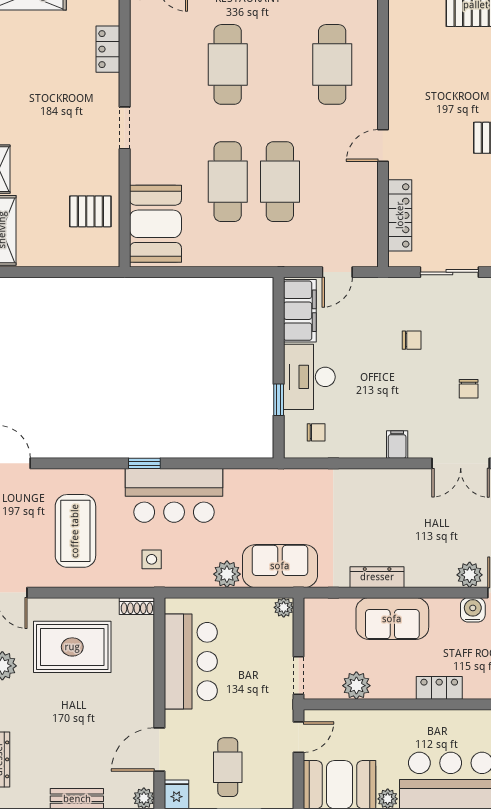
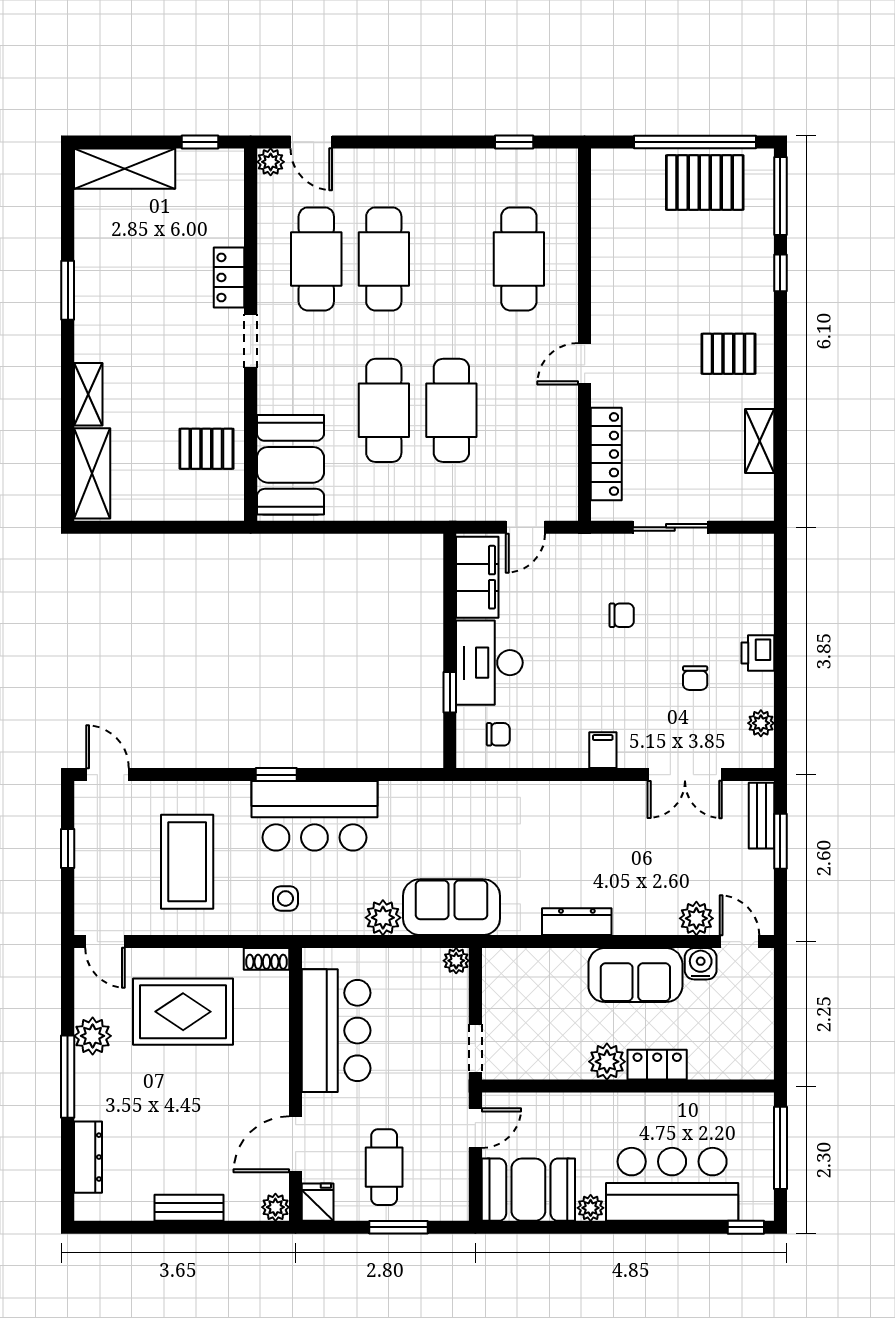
locker: (108, 49) -> (229, 277), moved
cafe table: (175, 64) -> (316, 259), added
sofa: (392, 619) -> (635, 975), moved
plant: (356, 686) -> (607, 1062), moved

